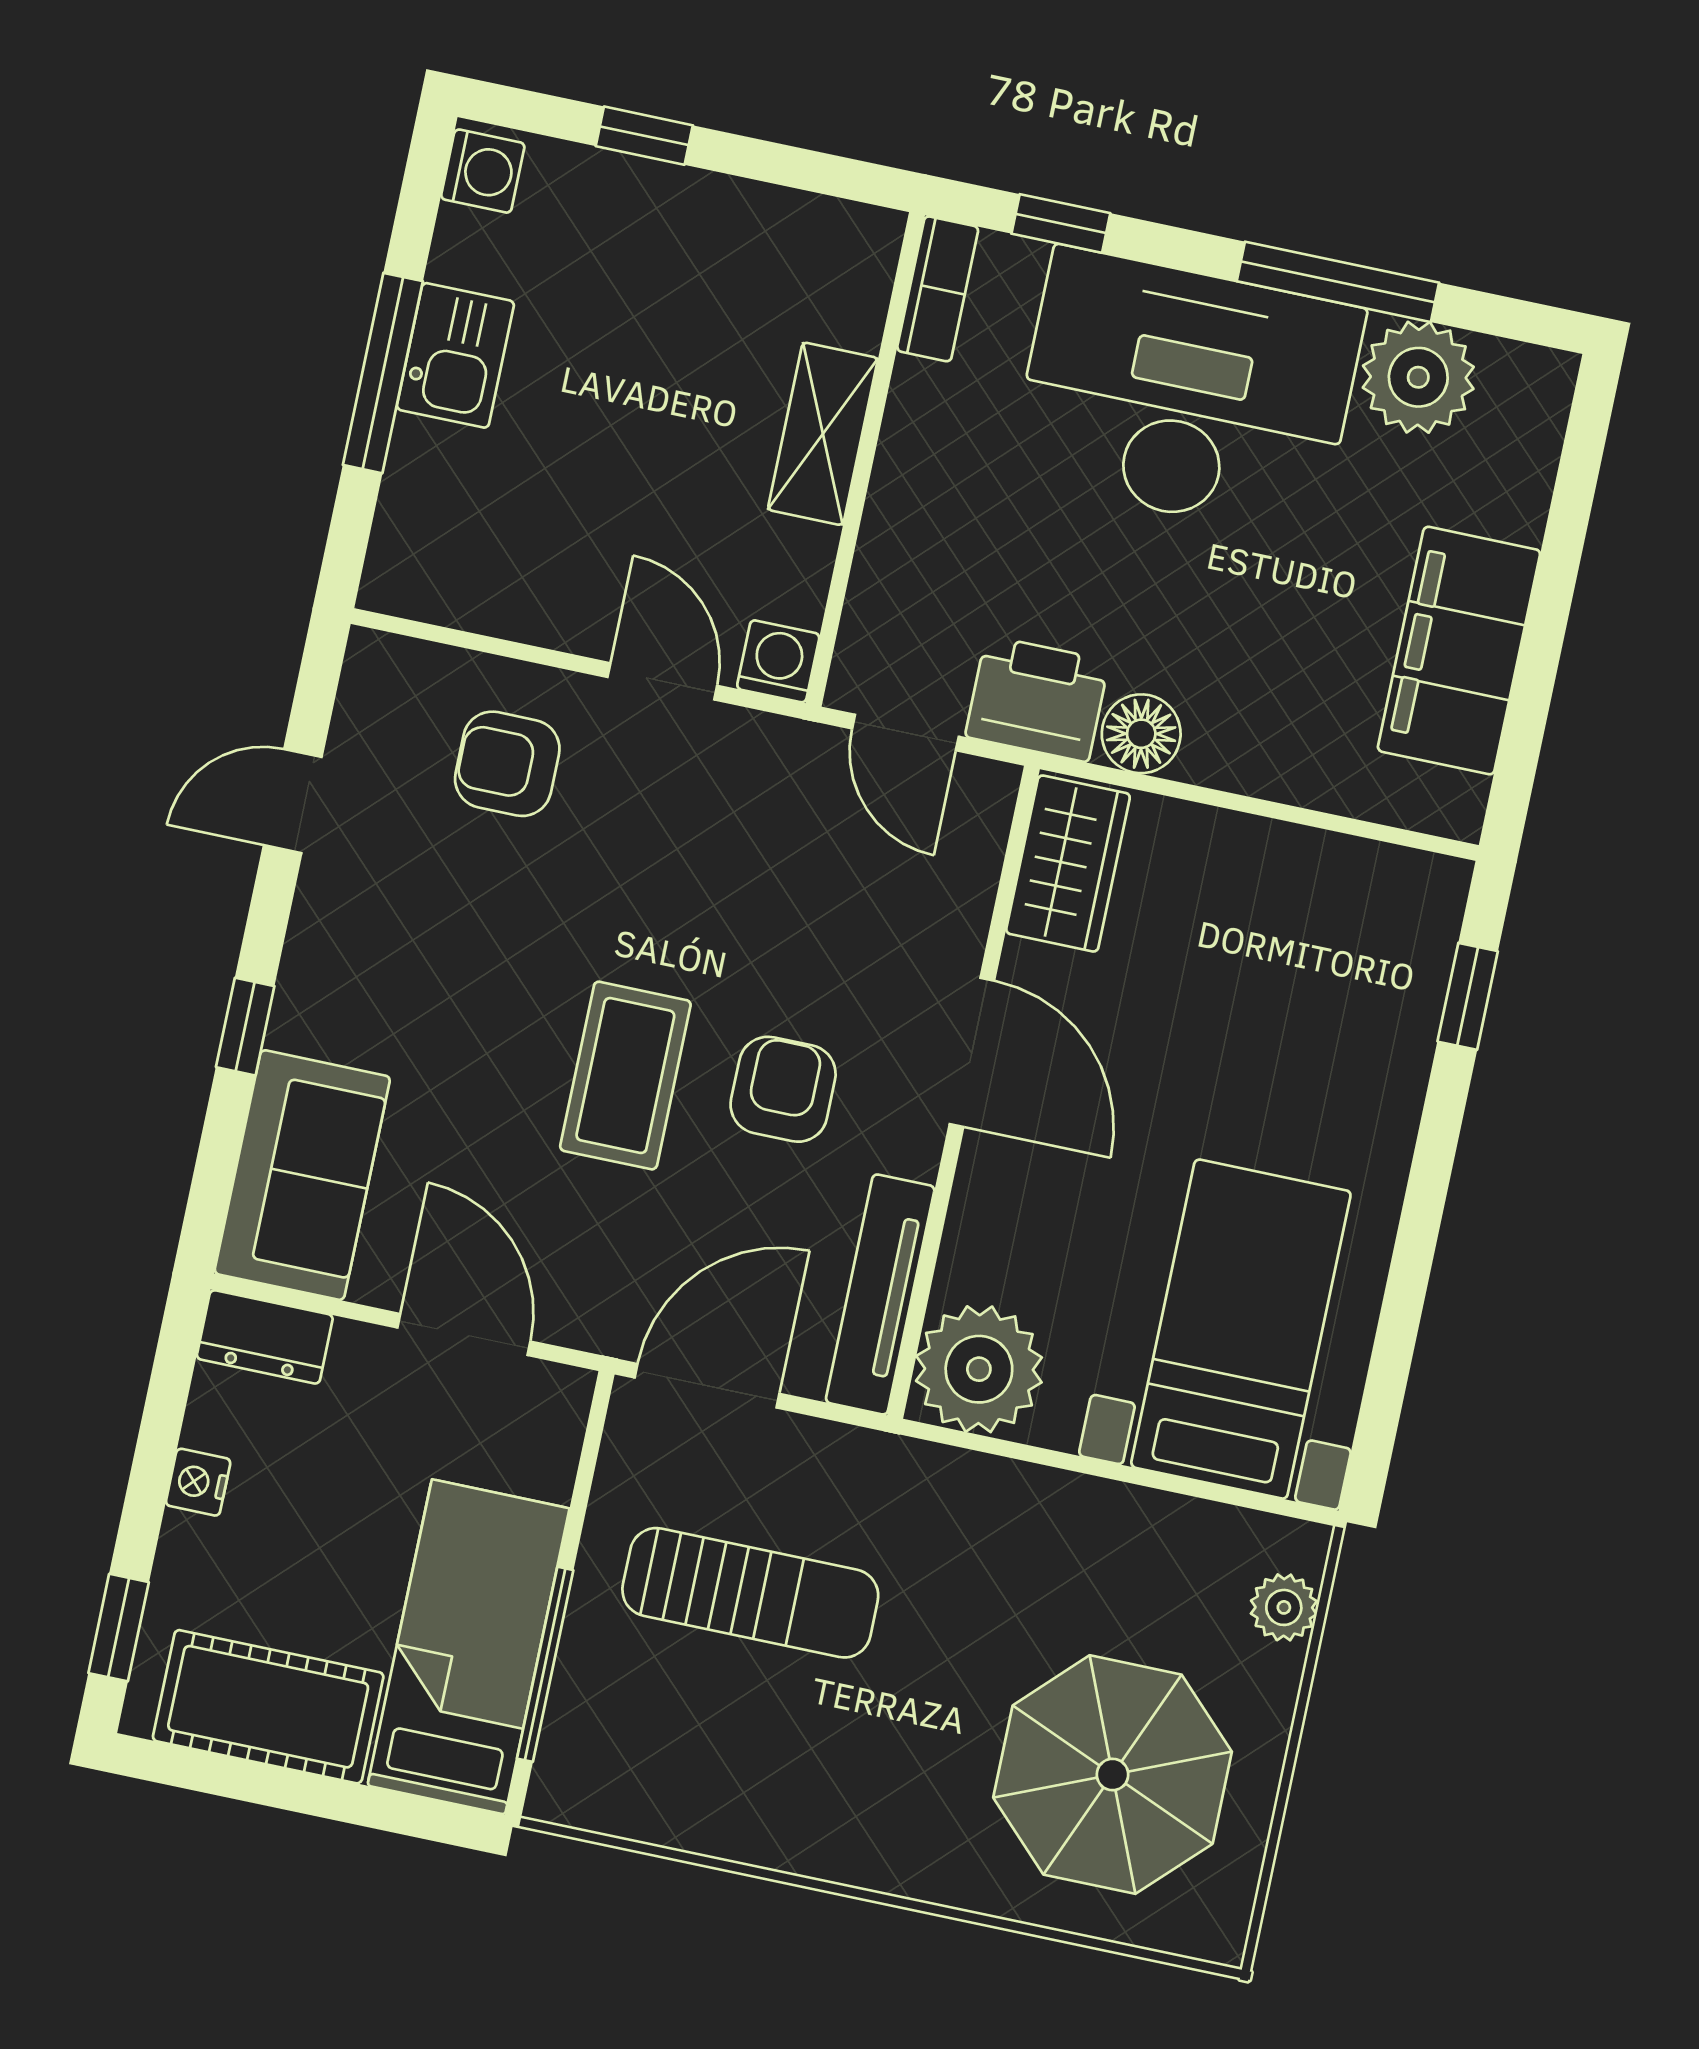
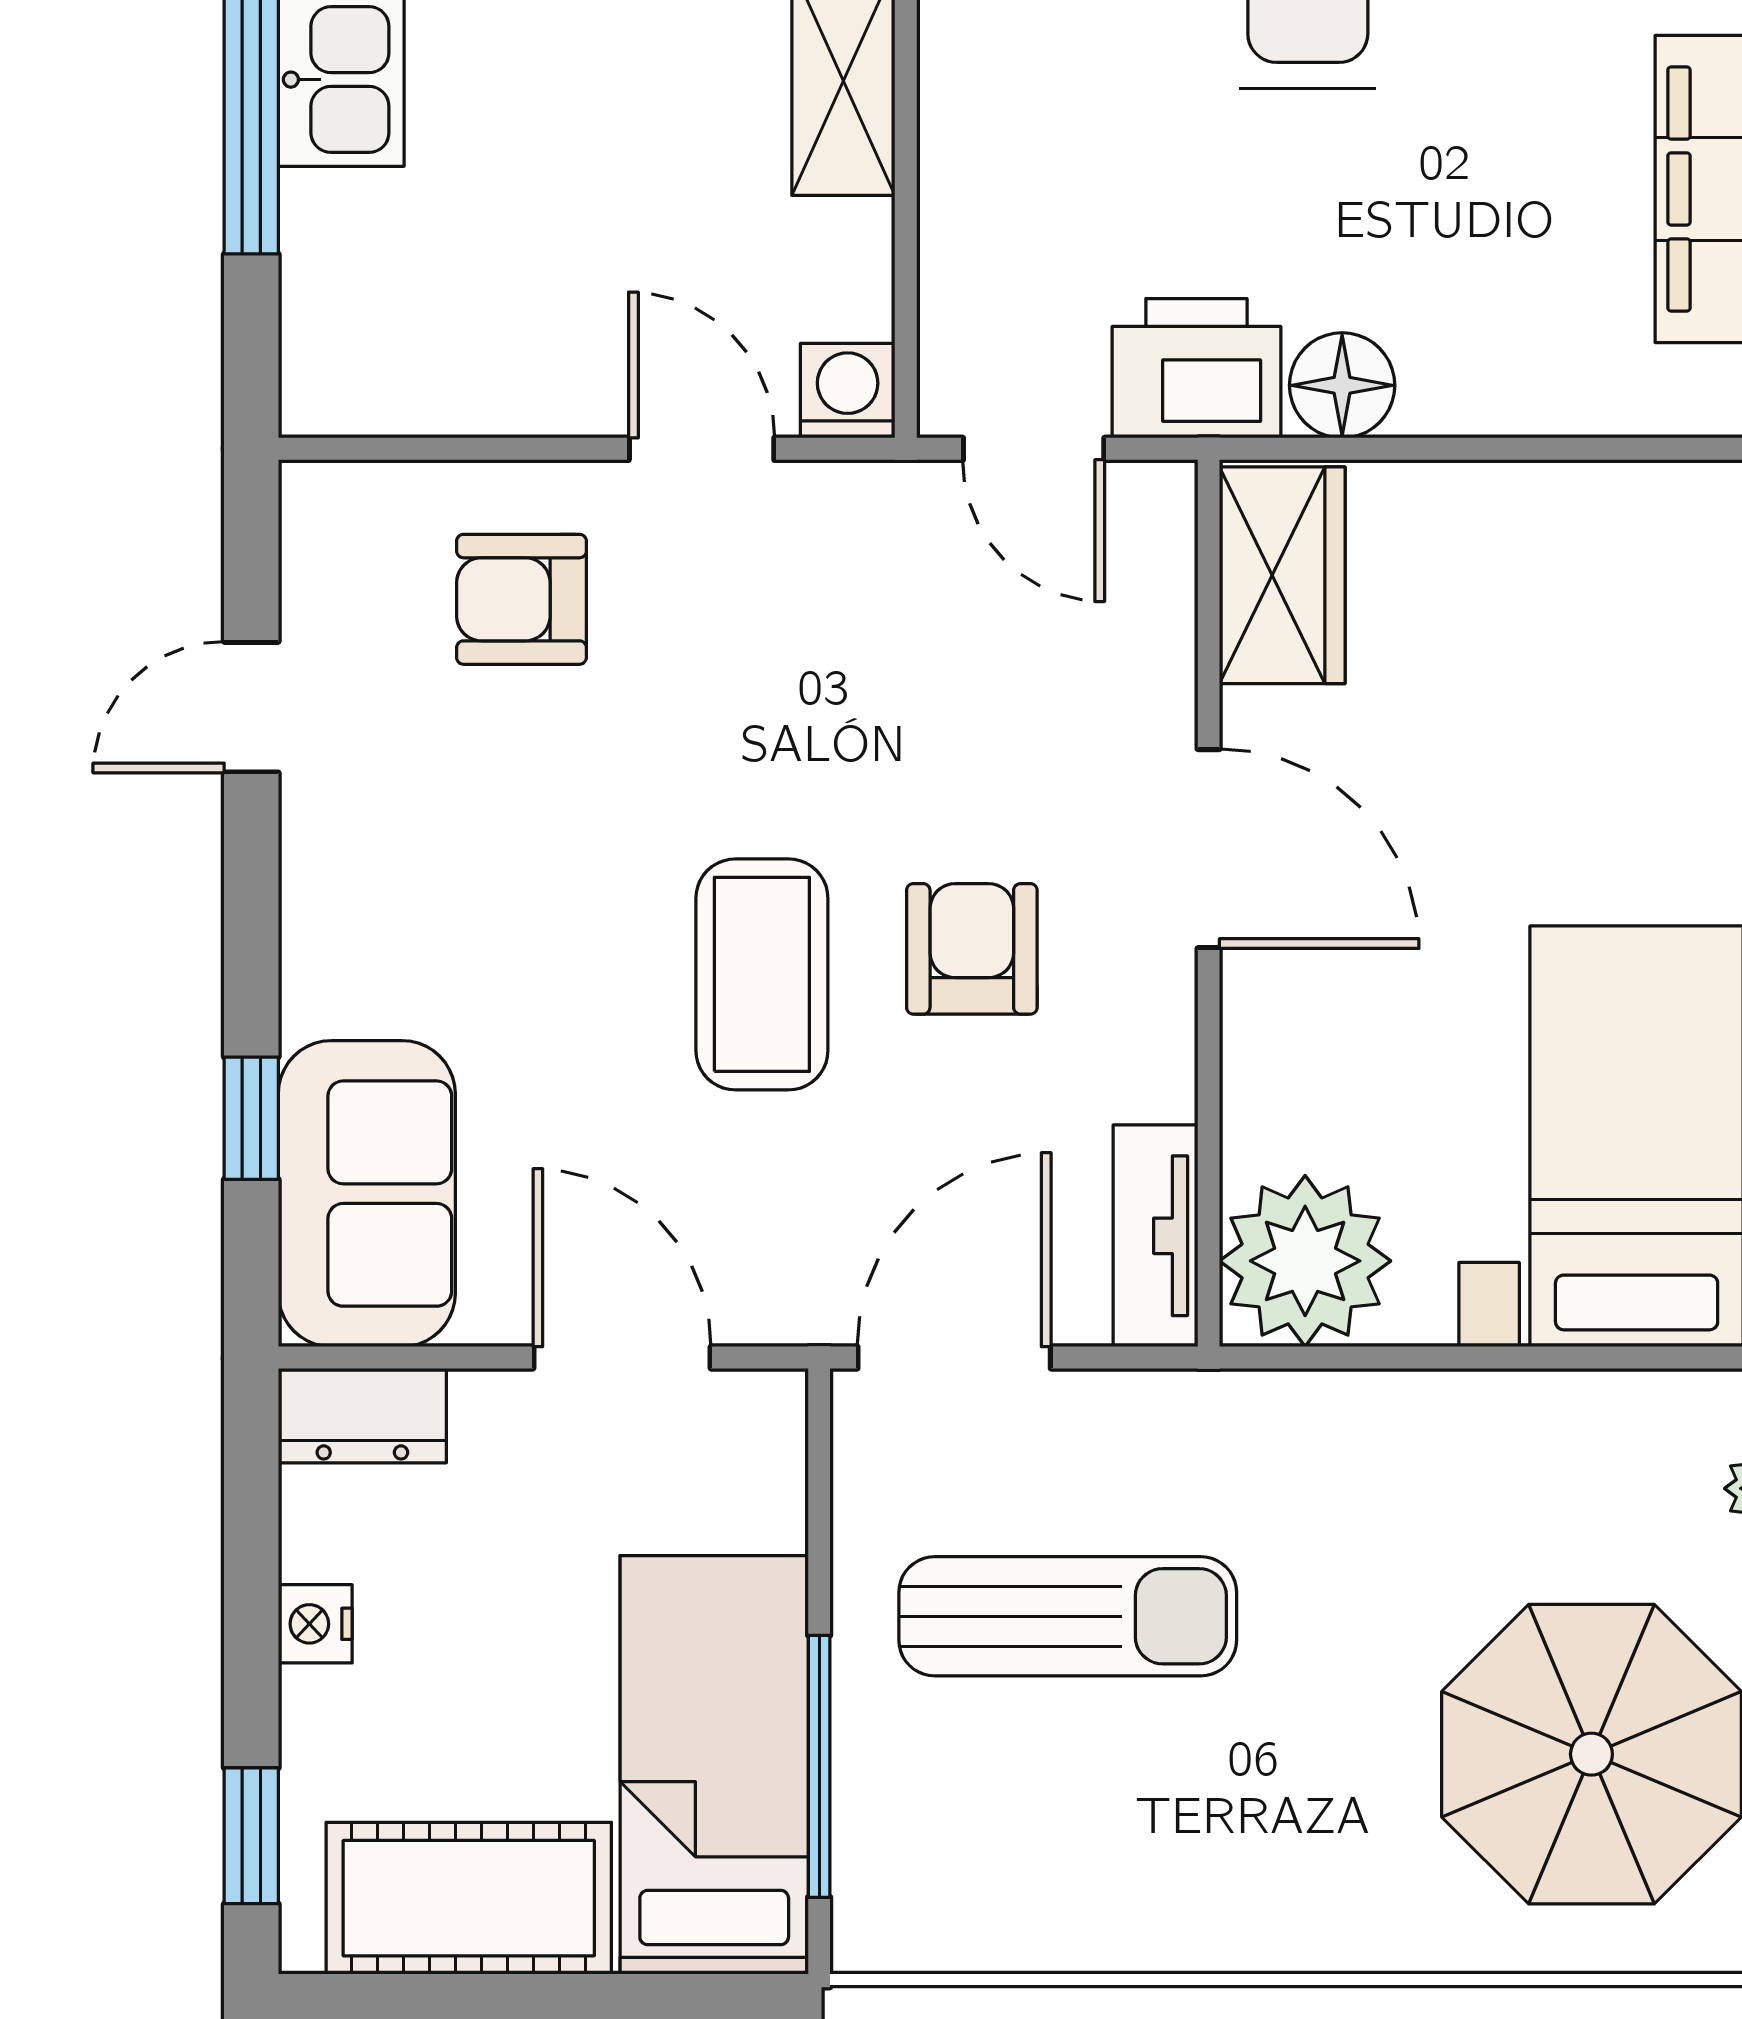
window: (245, 1027) -> (251, 1118), moved
tv unit: (880, 1294) -> (1155, 1236), width x0.71

